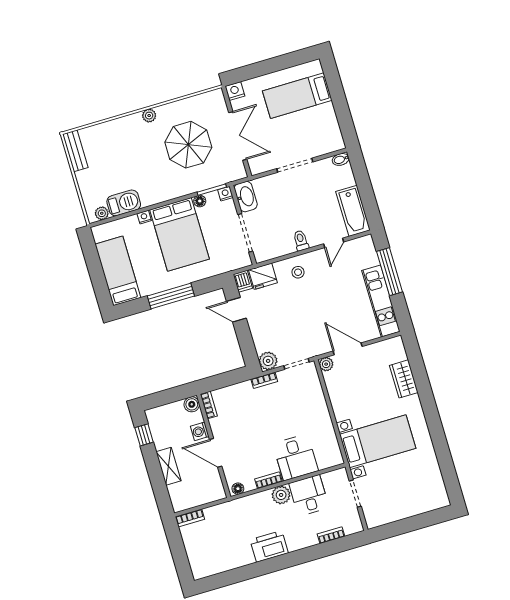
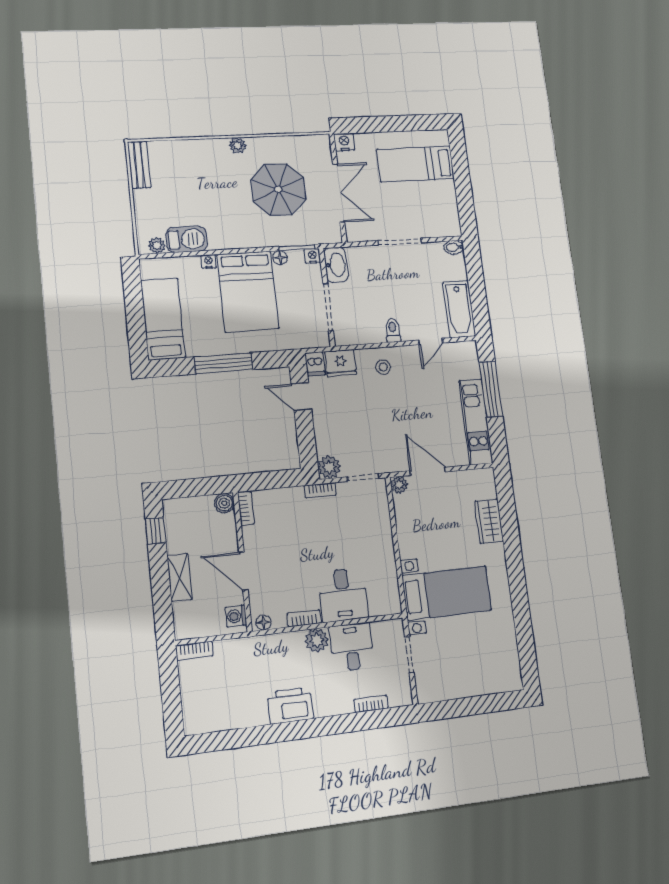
washing machine: (200, 431) -> (236, 616), moved

